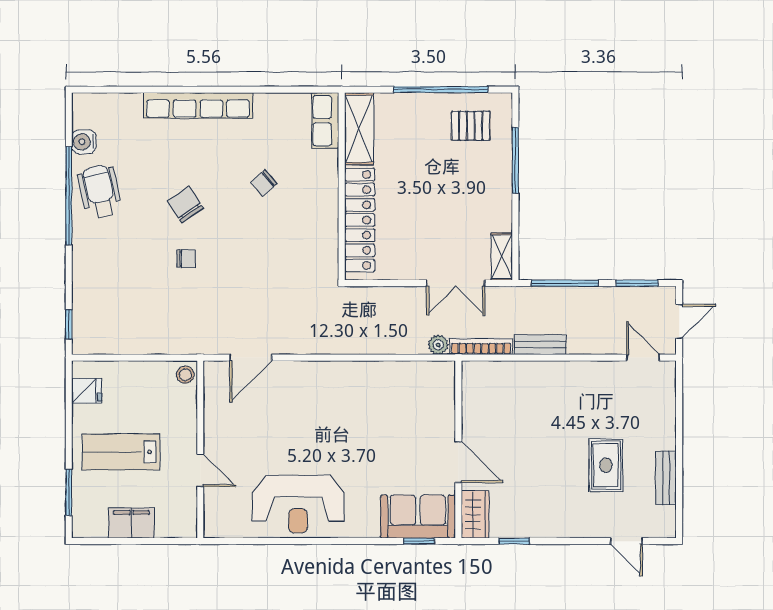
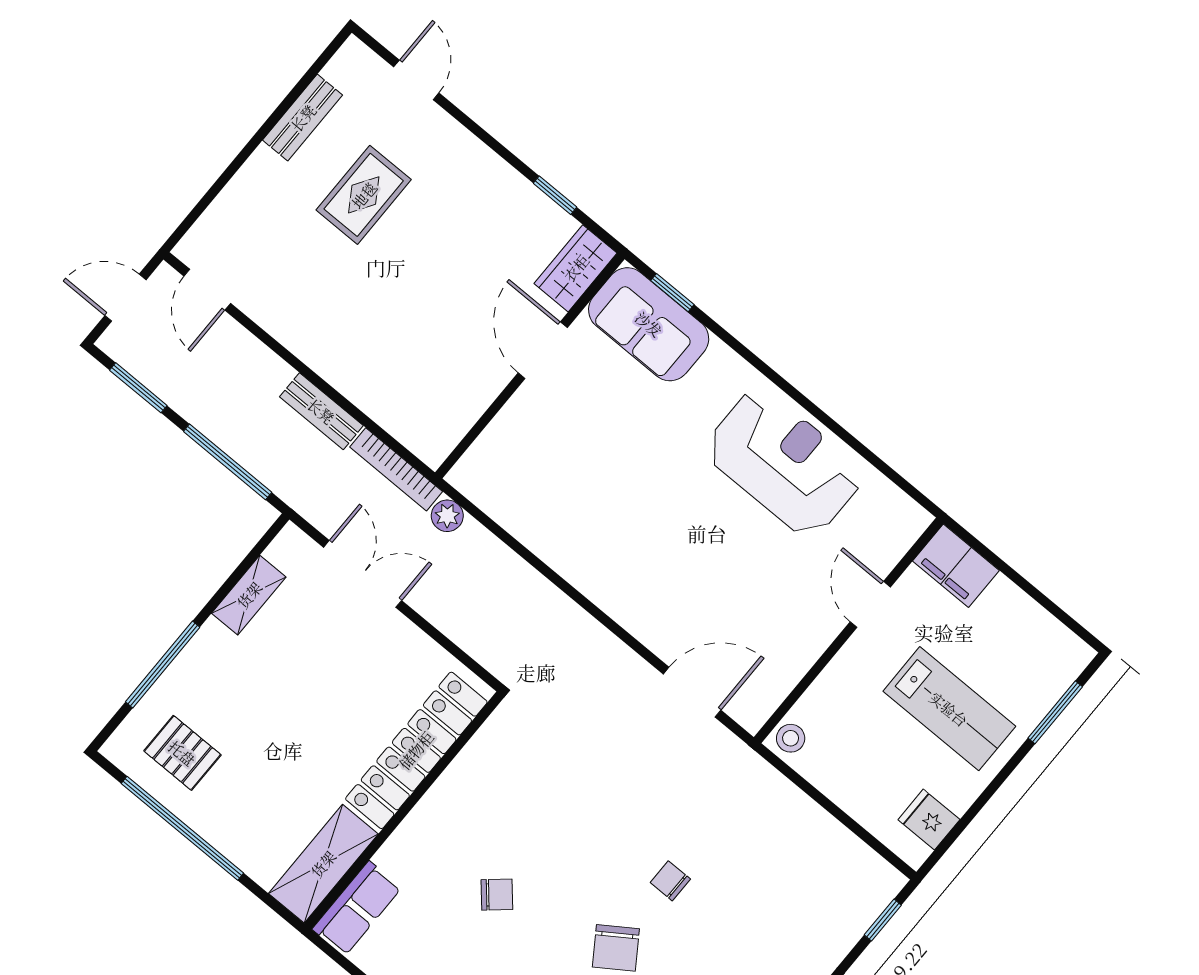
shelving: (502, 257) -> (249, 595), moved
filing cabinet: (131, 523) -> (956, 566), moved

